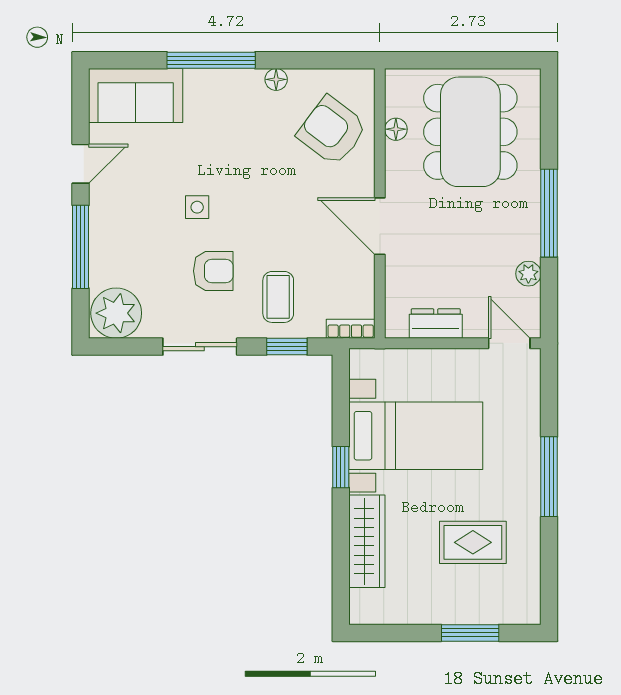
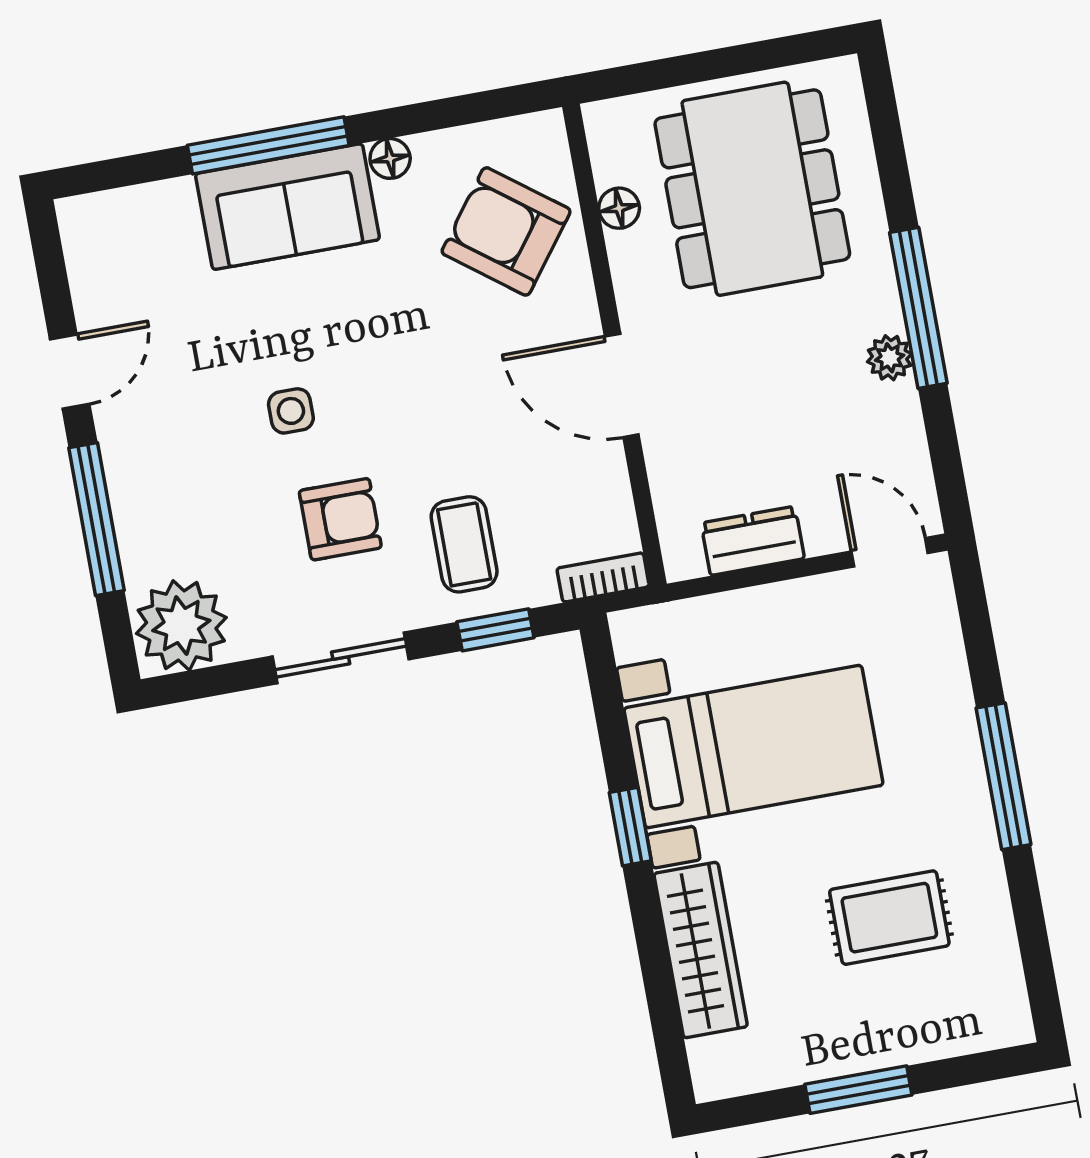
sofa: (136, 96) -> (288, 207), moved
plant: (528, 274) -> (890, 358), moved
window: (470, 633) -> (858, 1090), moved

